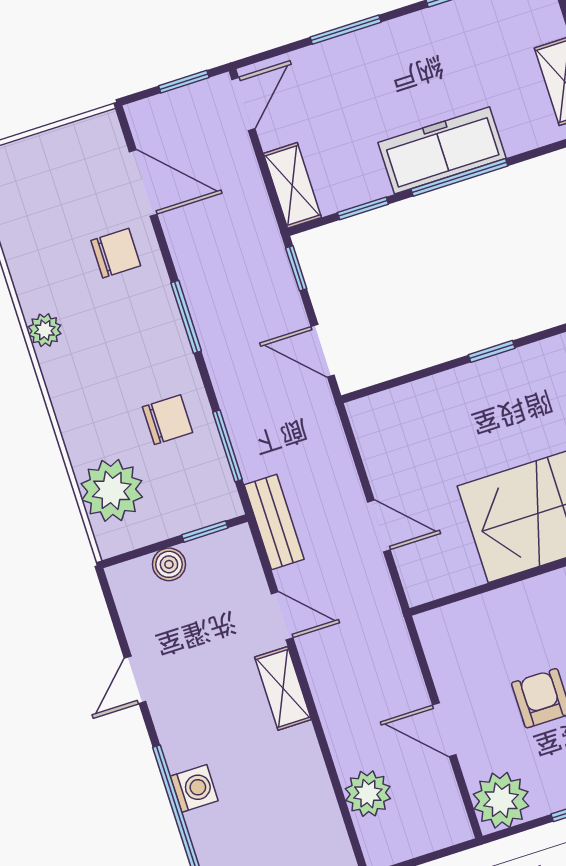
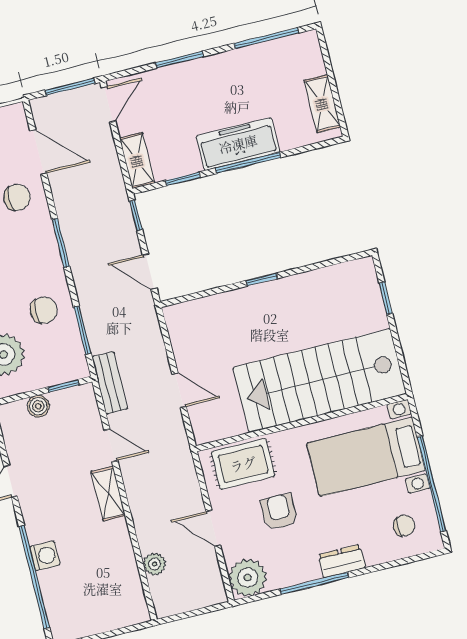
window: (184, 82) -> (70, 87), width x1.50
rug: (482, 630) -> (243, 464), added
plant: (368, 794) -> (155, 564), width x0.73, depth x0.73

